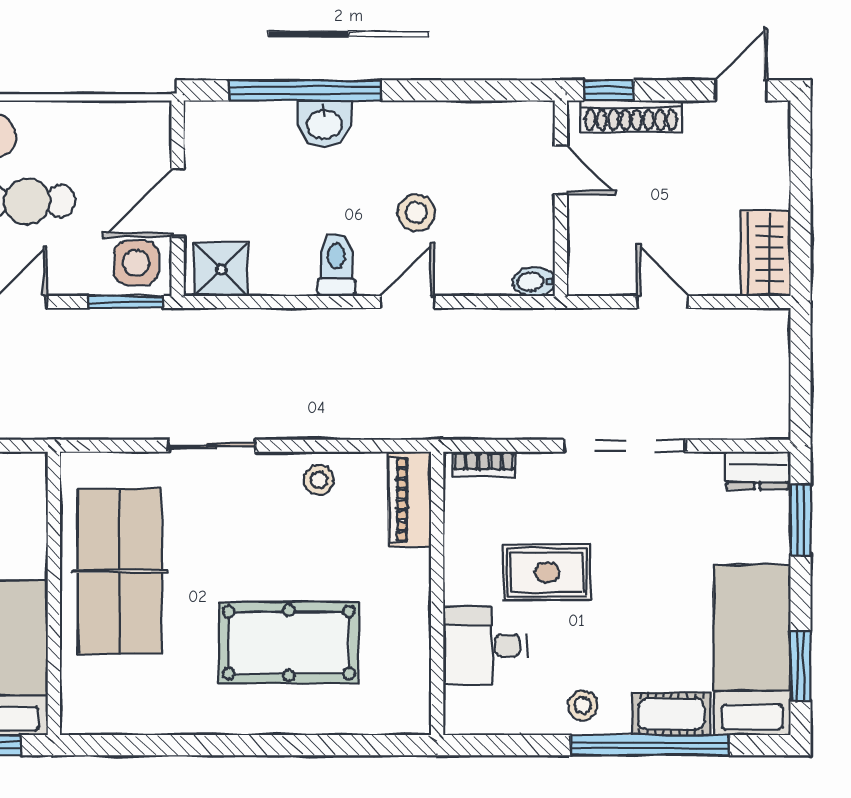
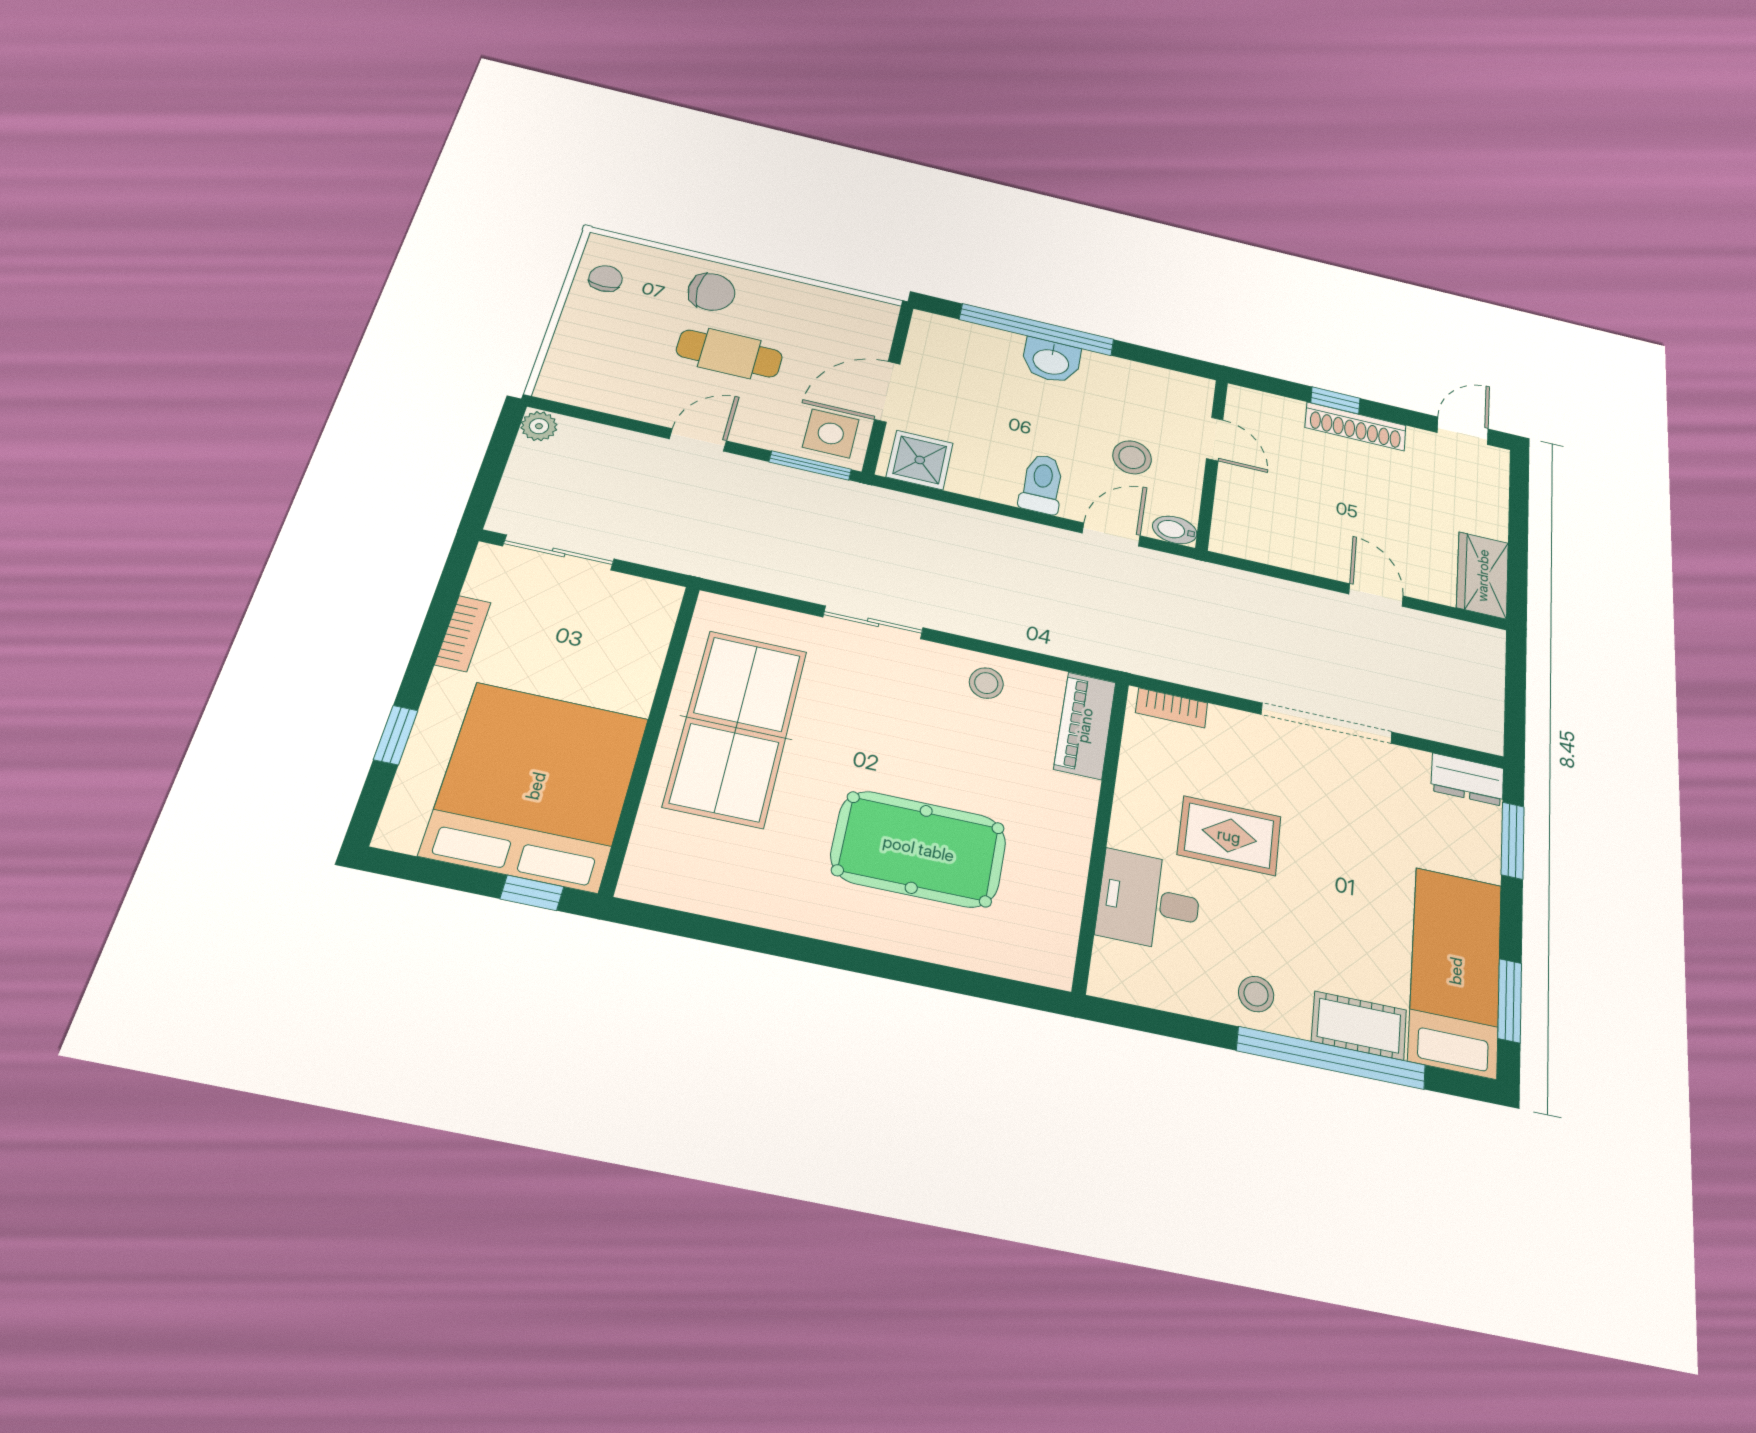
door: (561, 170) -> (1215, 439), moved
wall: (561, 198) -> (1212, 463), moved
bidet: (534, 282) -> (1175, 530), moved

